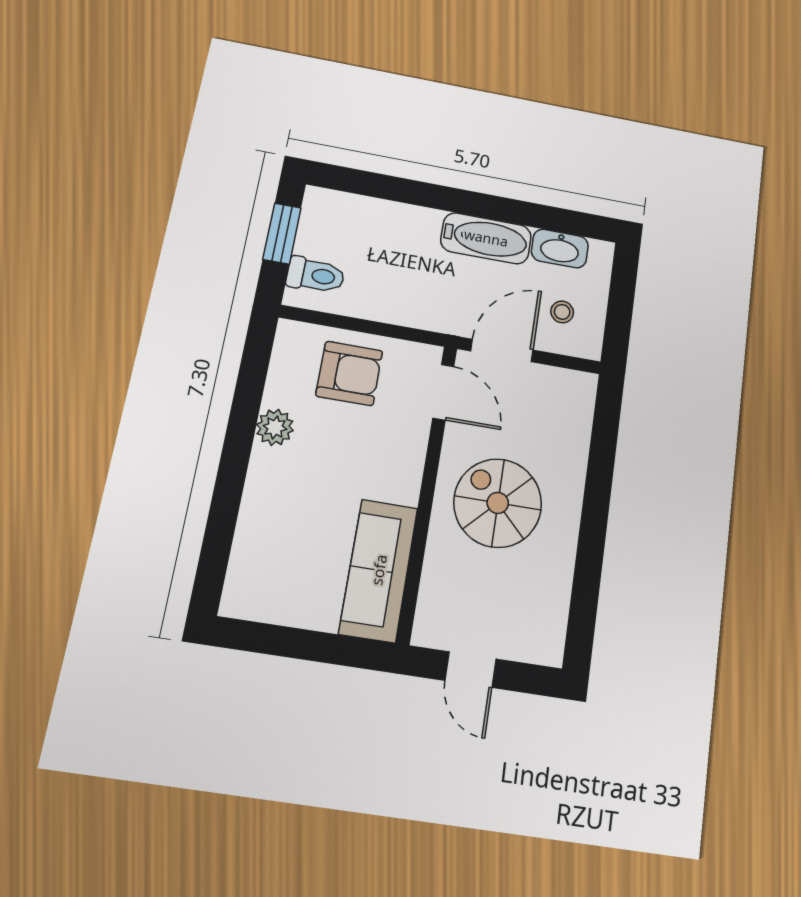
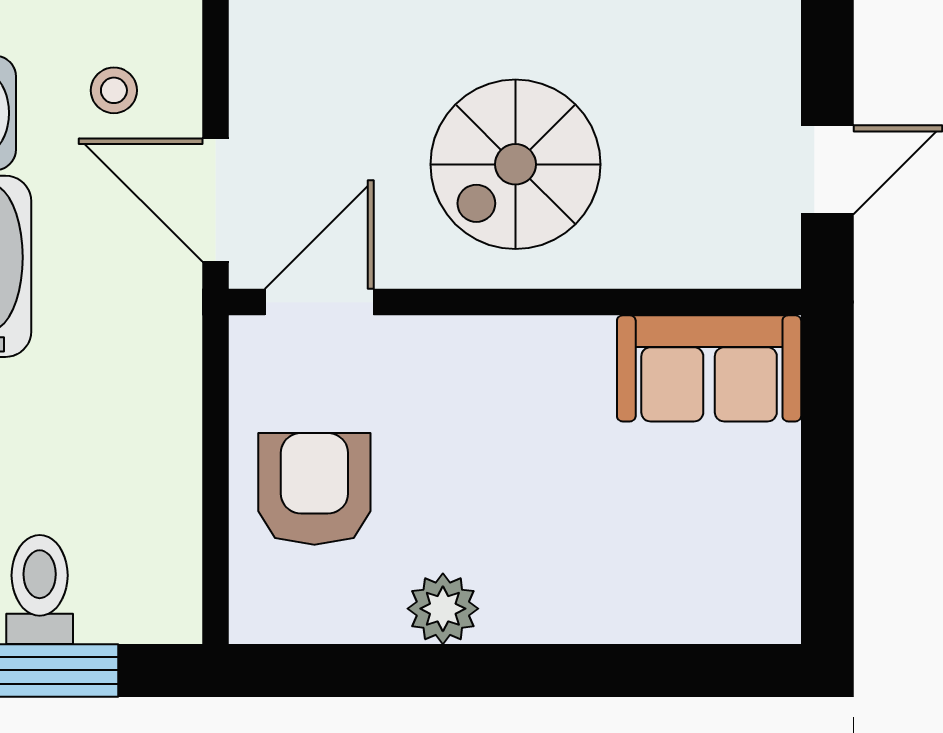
toilet: (316, 275) -> (40, 590), moved
sofa: (379, 570) -> (709, 368), width x0.73

